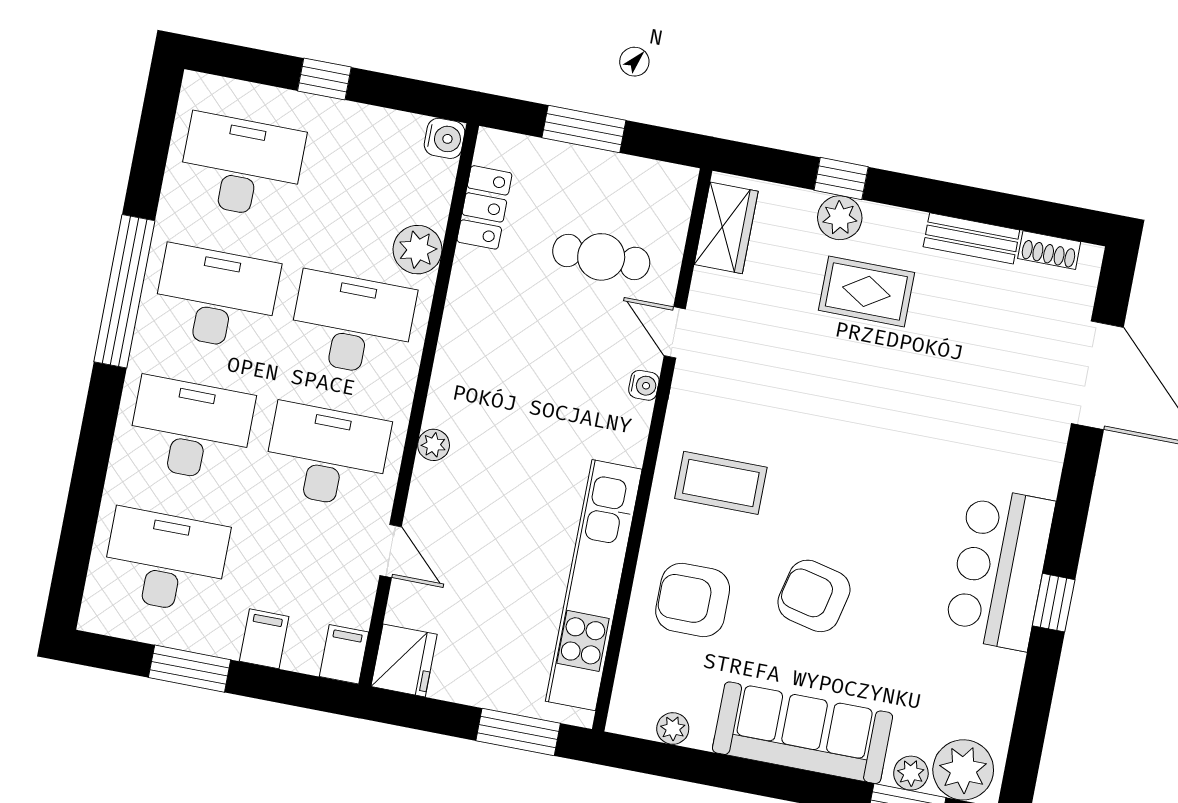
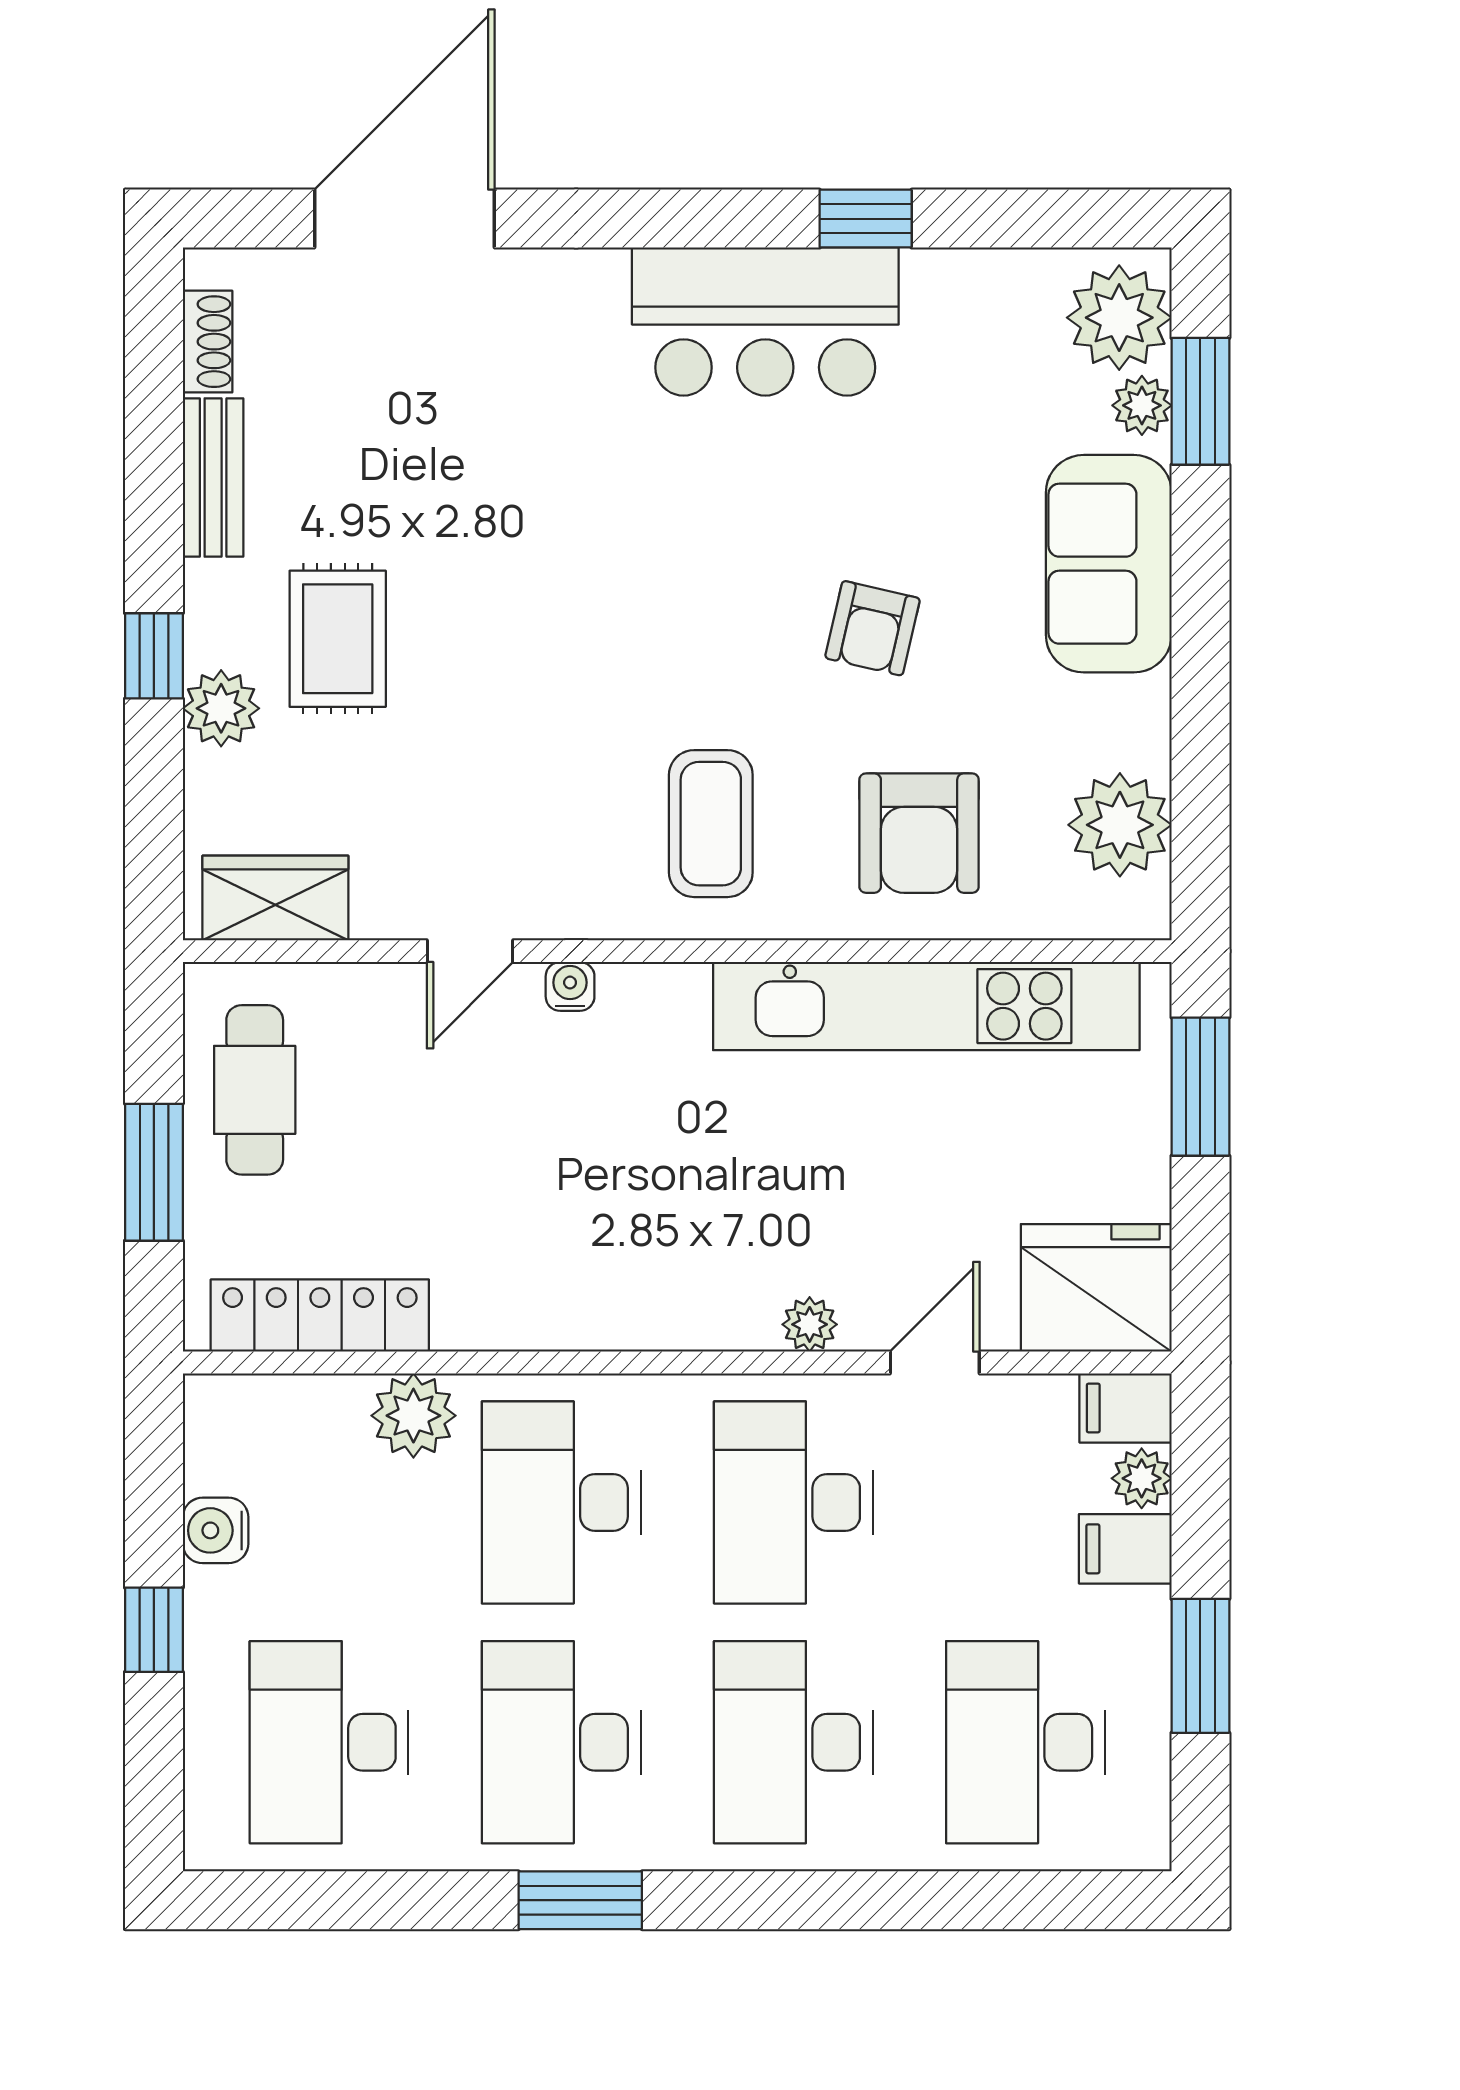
water cooler: (445, 138) -> (216, 1530), moved, turned -90
window: (841, 178) -> (154, 656), moved
locker: (484, 207) -> (320, 1316), width x1.53
cafe table: (601, 257) -> (255, 1090), moved
window: (124, 291) -> (580, 1900), width x0.47
plant: (434, 445) -> (810, 1324), moved
armchair: (814, 596) -> (872, 628), width x0.72, depth x0.72
window: (1054, 603) -> (866, 219), moved
plant: (302, 656) -> (1142, 1478), added
fridge: (404, 660) -> (1096, 1288), width x1.36, depth x1.34
plant: (673, 728) -> (1120, 825), width x1.88, depth x1.88
sofa: (803, 733) -> (1109, 564), width x0.73

